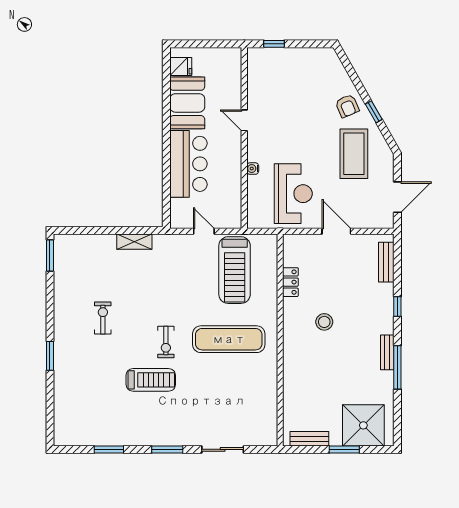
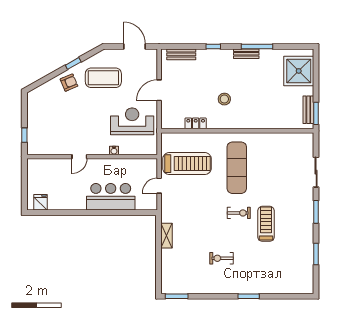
booth: (187, 103) -> (67, 198), removed
window: (344, 449) -> (316, 113), moved

